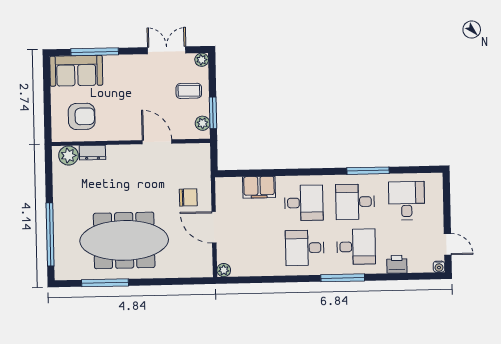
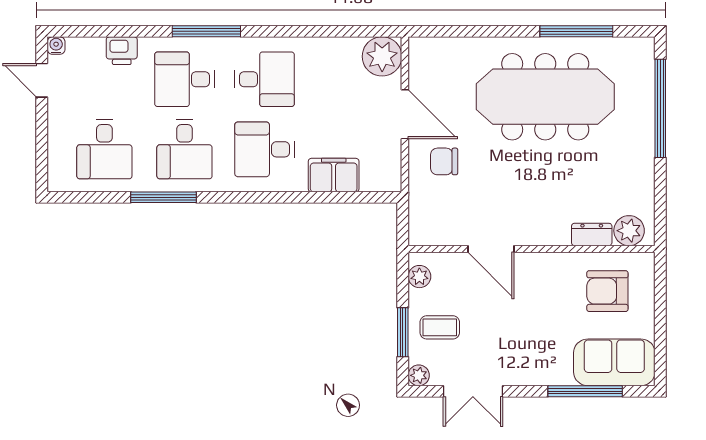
window: (213, 113) -> (403, 332), moved
desk: (355, 202) -> (184, 149), turned 90
plant: (224, 270) -> (382, 56), width x1.87, depth x1.87

